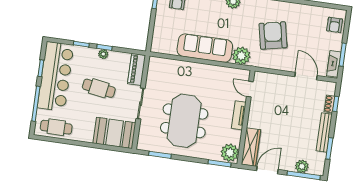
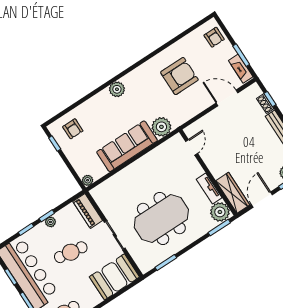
armchair: (273, 35) -> (179, 76), moved, turned 102
plant: (156, 48) -> (88, 180), added
door: (250, 89) -> (192, 147), swing flipped
tv unit: (239, 115) -> (209, 188), moved
meeting table: (184, 121) -> (161, 218), turned 90

